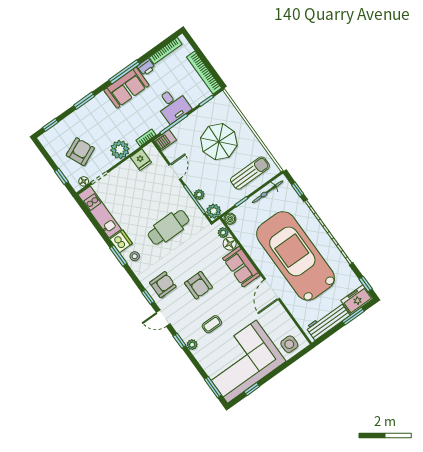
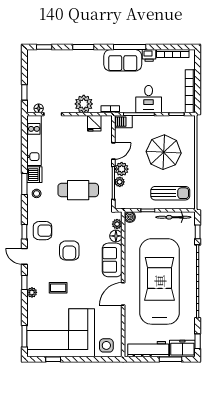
armchair: (80, 152) -> (52, 84), removed
plant: (214, 211) -> (122, 169), moved

